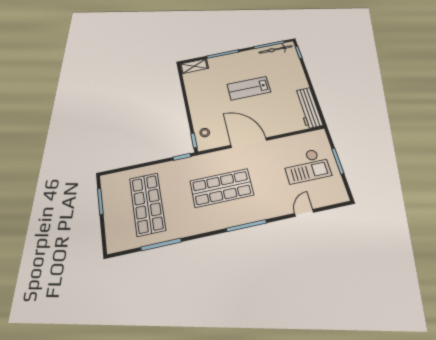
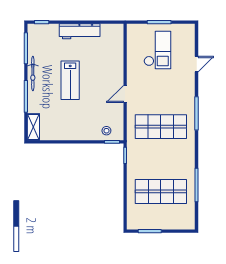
bicycle: (276, 49) -> (33, 74), moved
workbench: (308, 108) -> (80, 31), moved
door: (249, 143) -> (125, 94), width x0.53
shop shelf: (222, 188) -> (161, 127), turned 90
door: (304, 213) -> (197, 64), swing flipped

